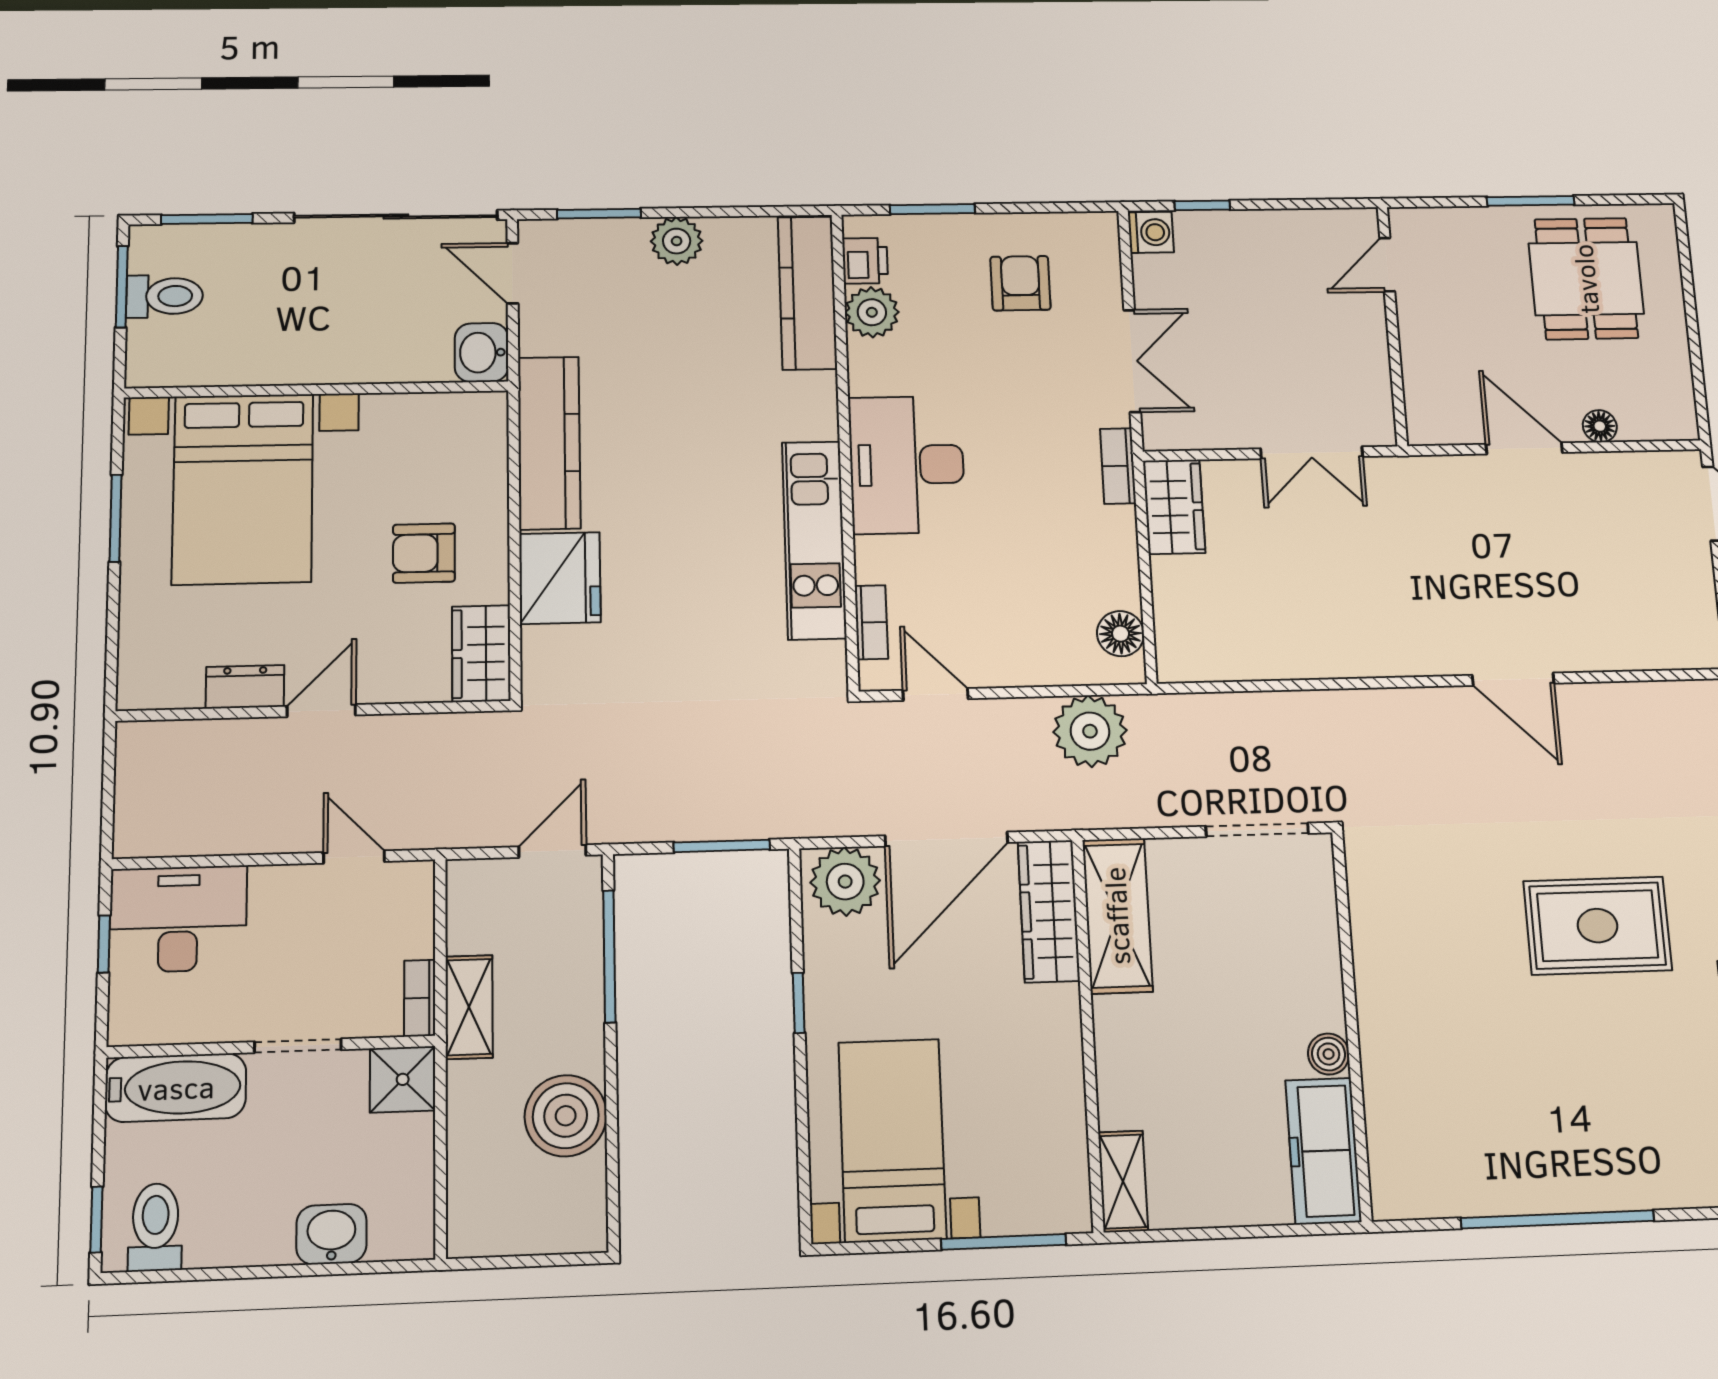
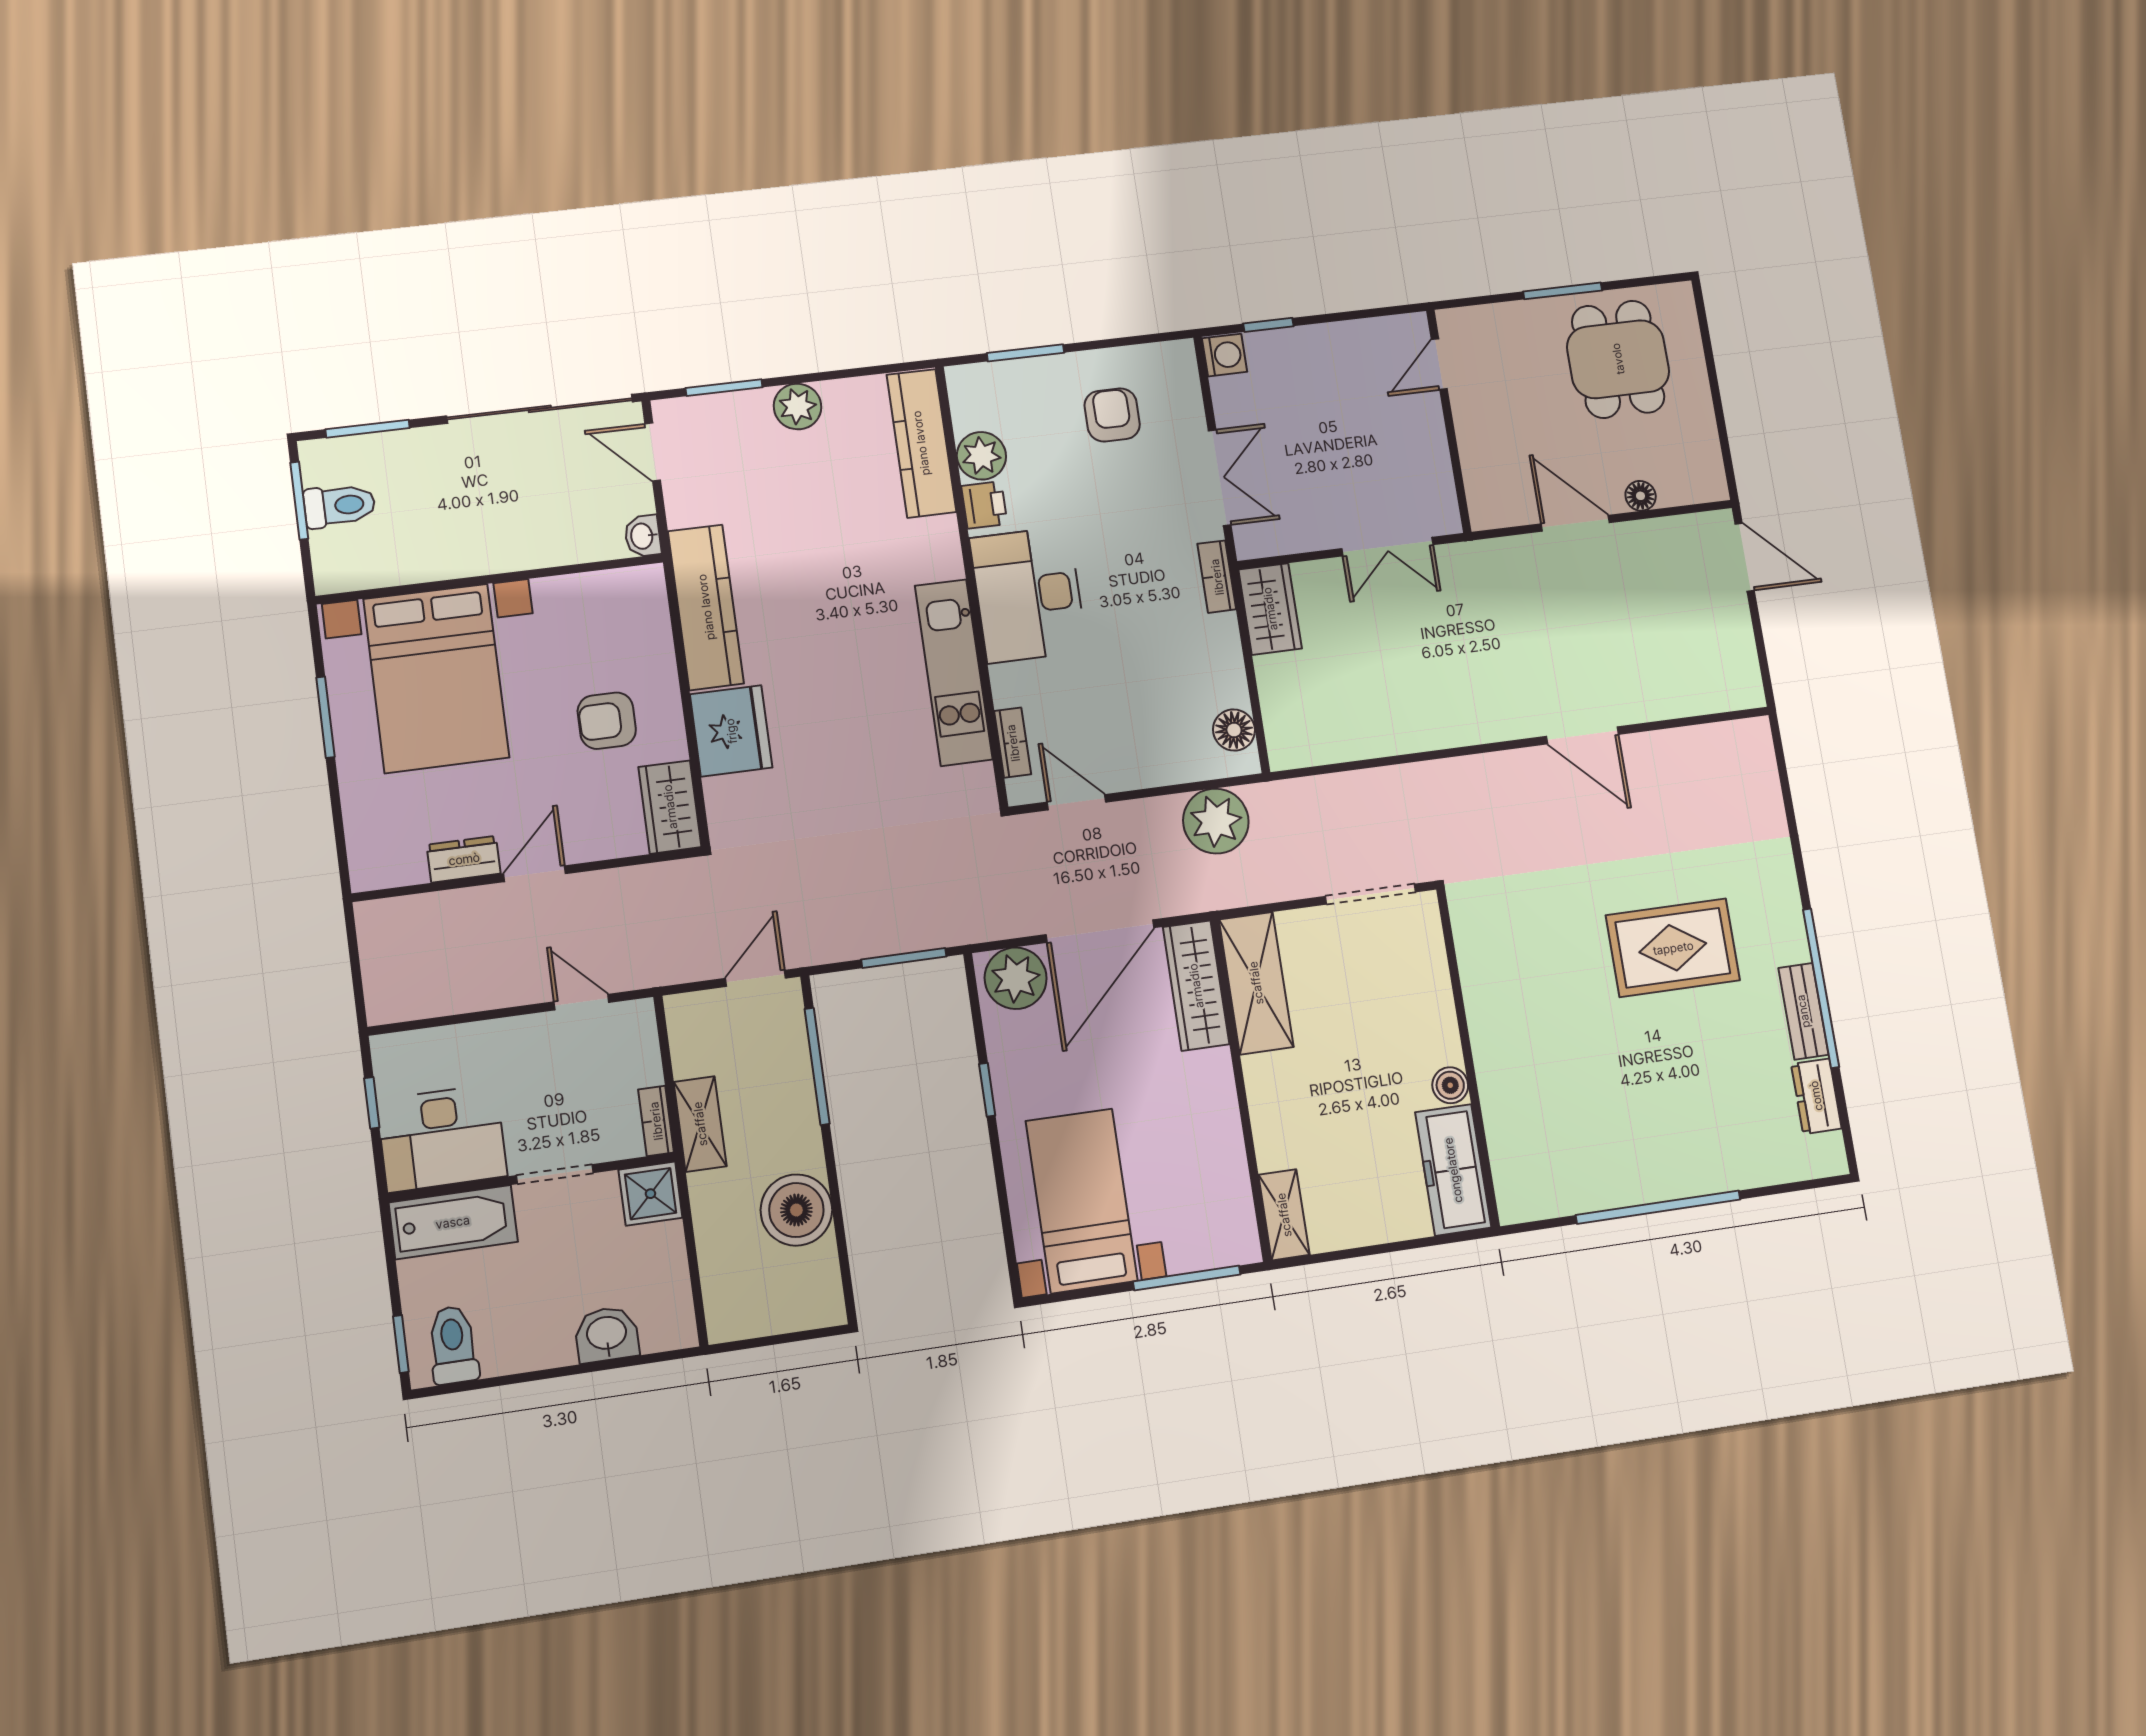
printer: (865, 261) -> (984, 505), moved
washbasin: (482, 352) -> (643, 536), width x0.72, depth x0.69
desk: (178, 919) -> (442, 1138), moved, turned 180

